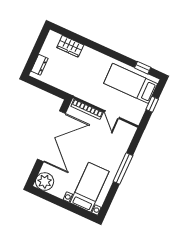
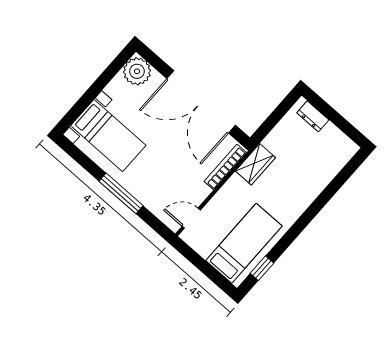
wardrobe: (70, 46) -> (255, 164), moved, turned 180
window: (152, 104) -> (203, 266), removed
door: (112, 115) -> (191, 218), moved

